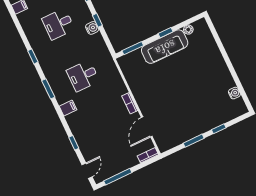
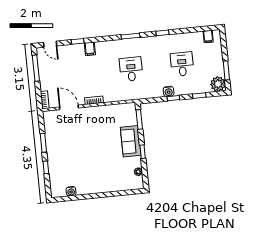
sofa: (165, 47) -> (131, 141), width x0.73
filing cabinet: (68, 108) -> (90, 49), moved

